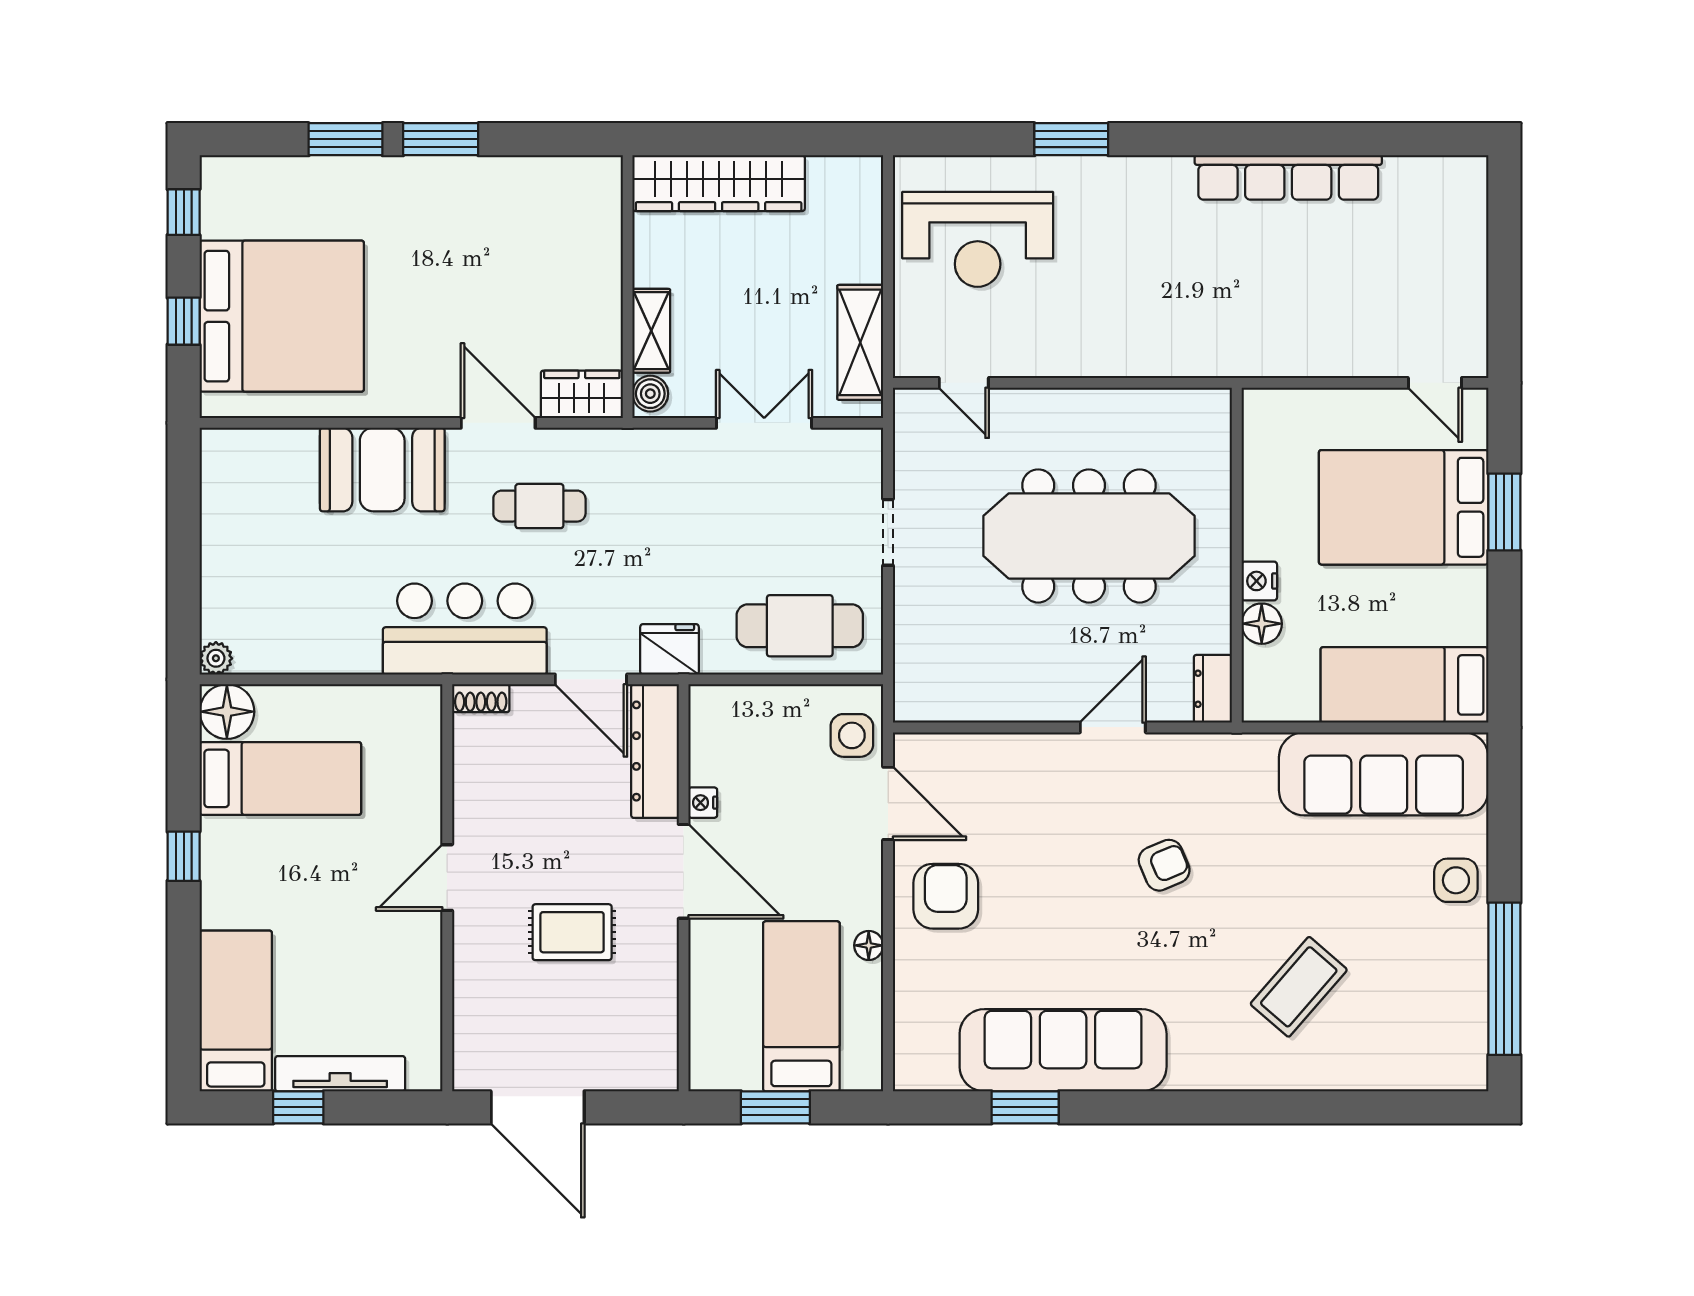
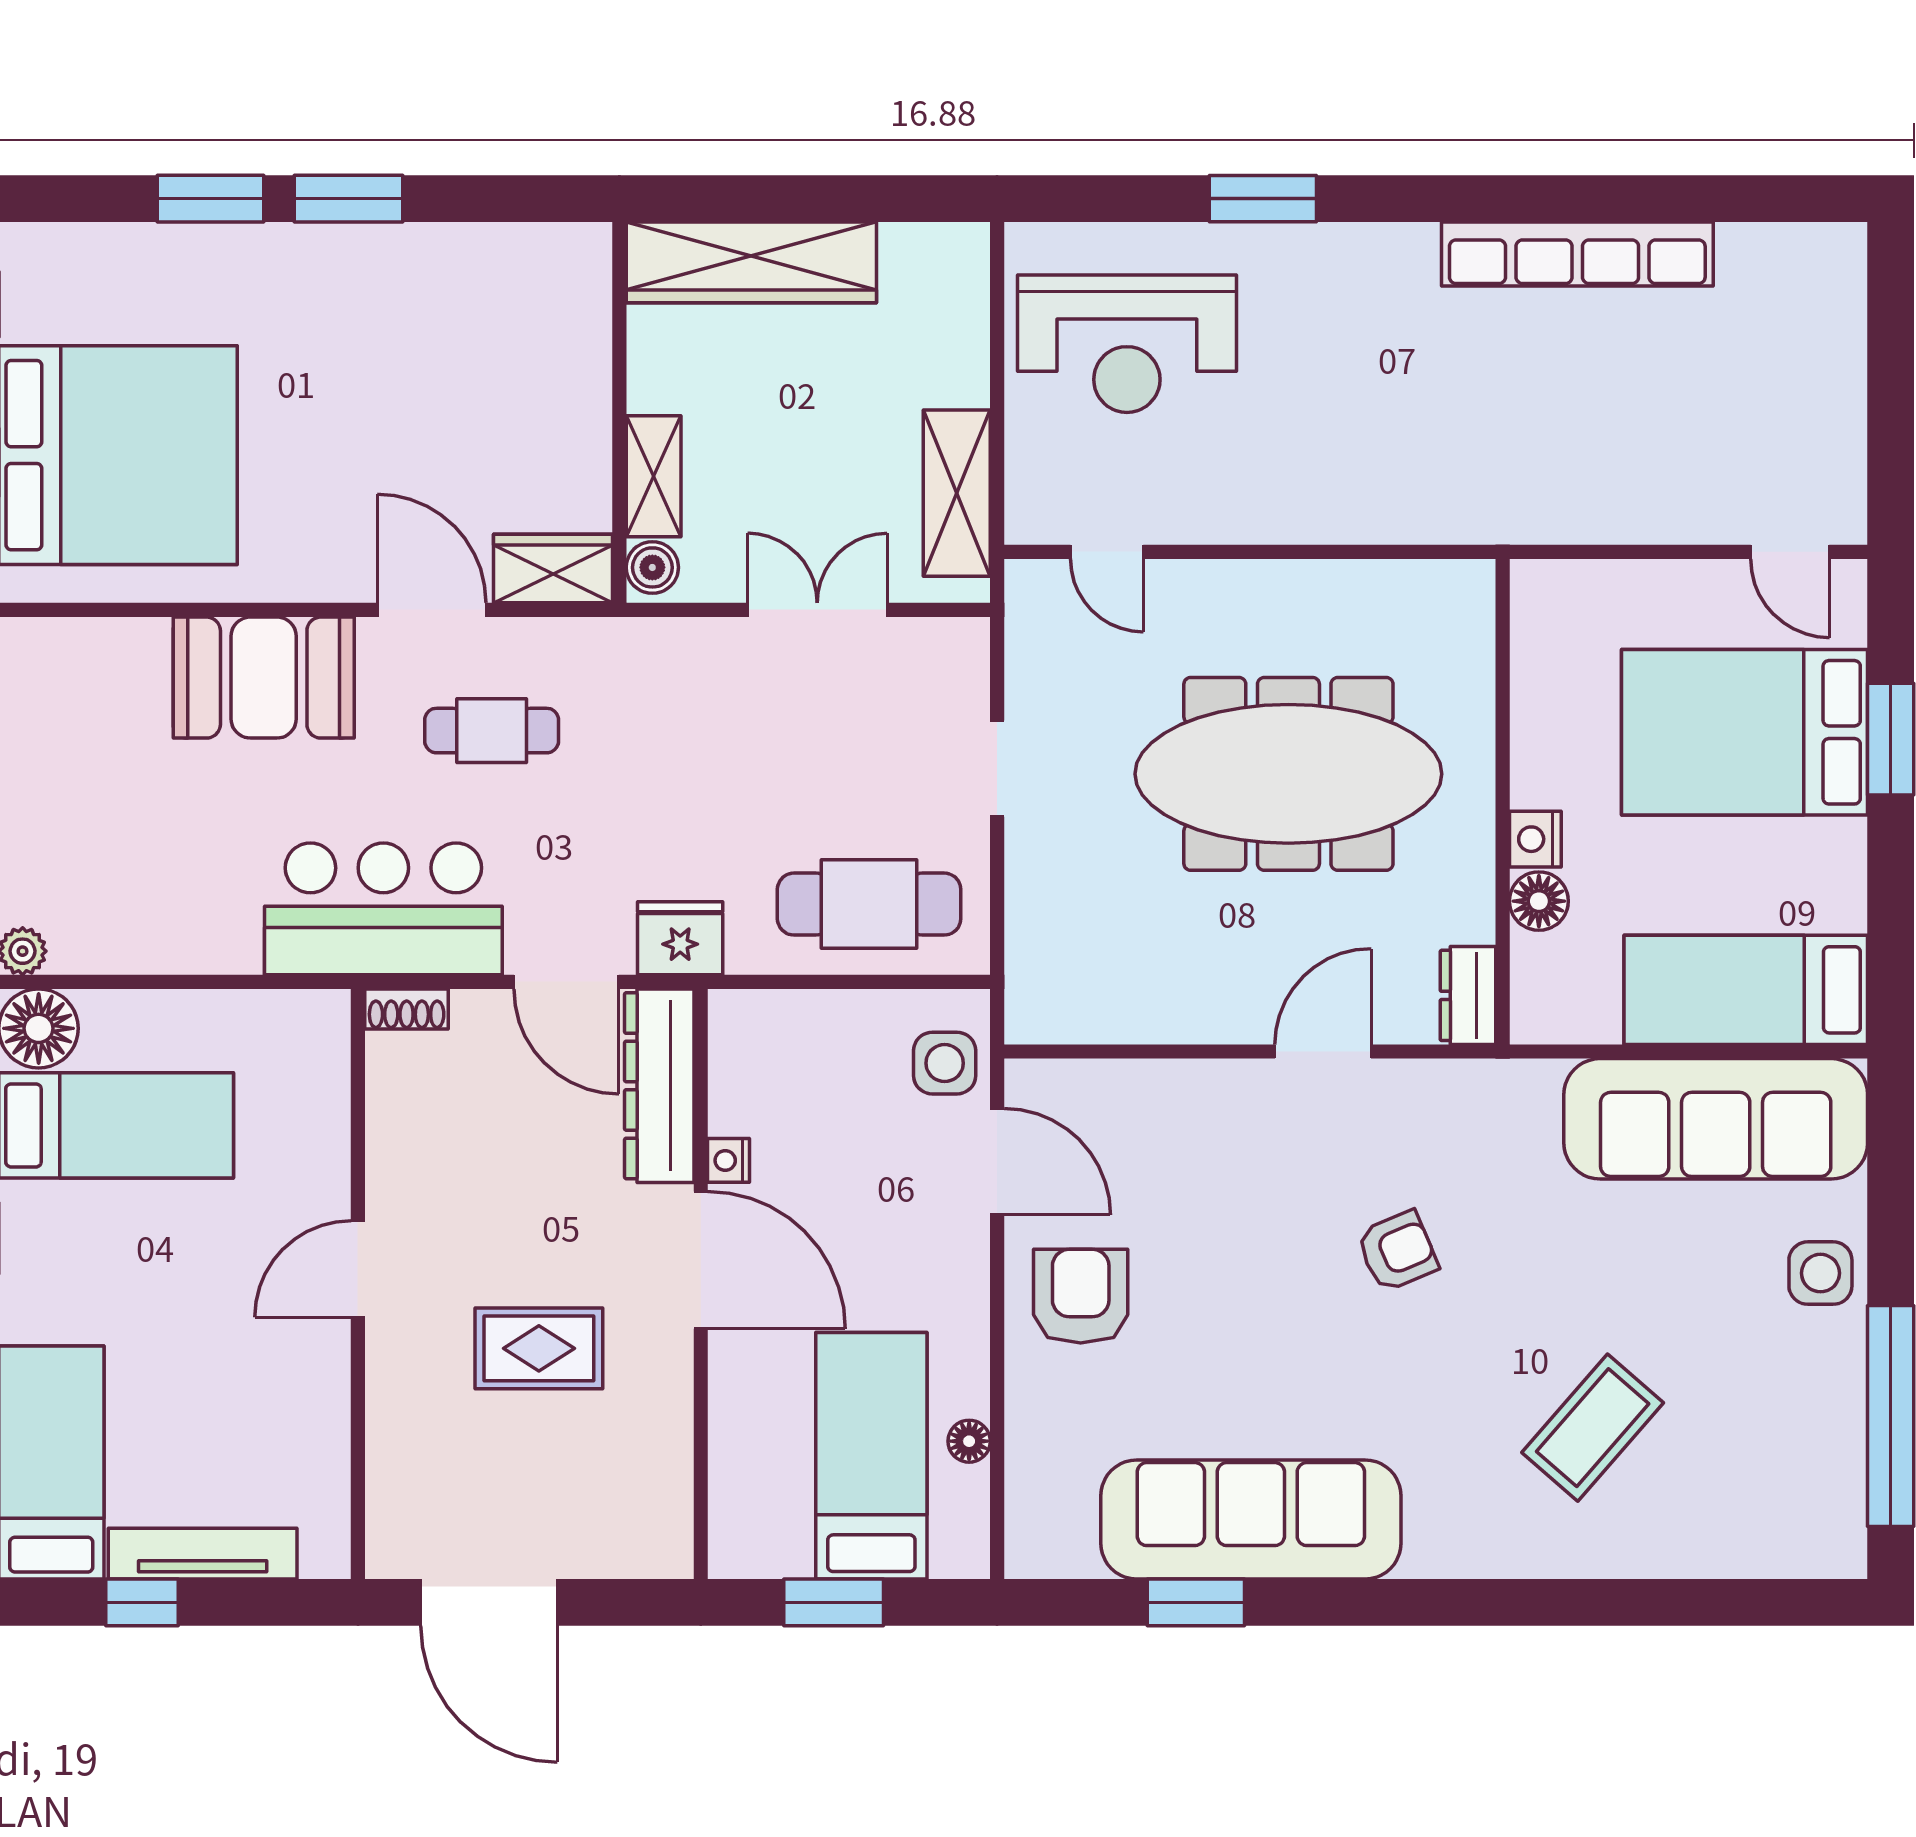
floor lamp: (869, 945) -> (969, 1441), moved

